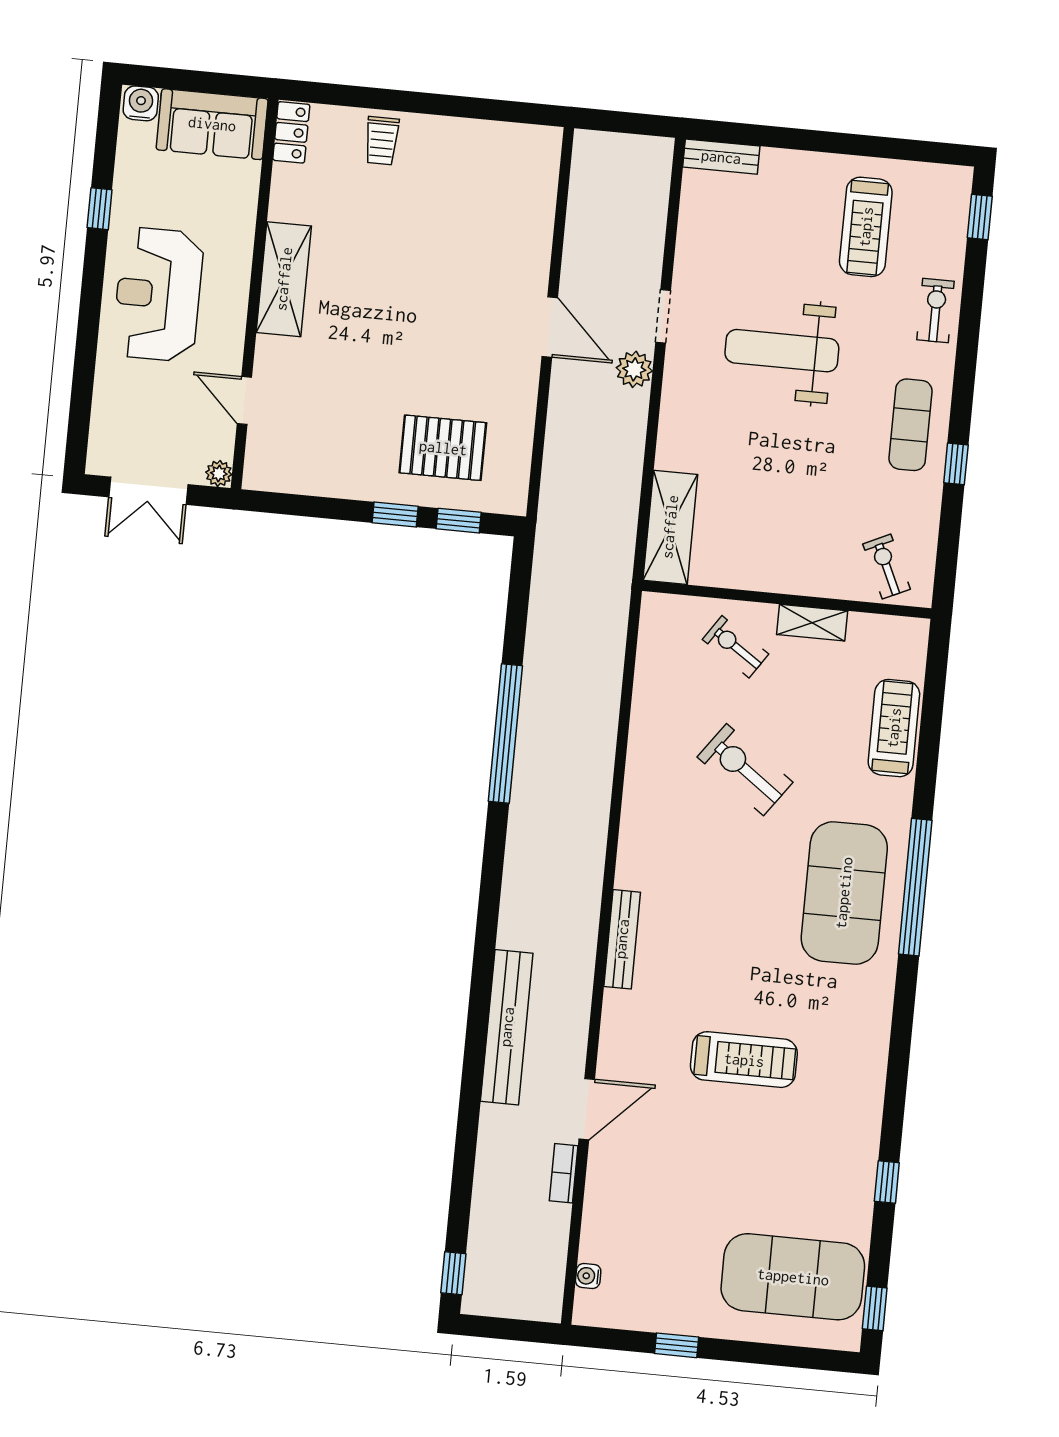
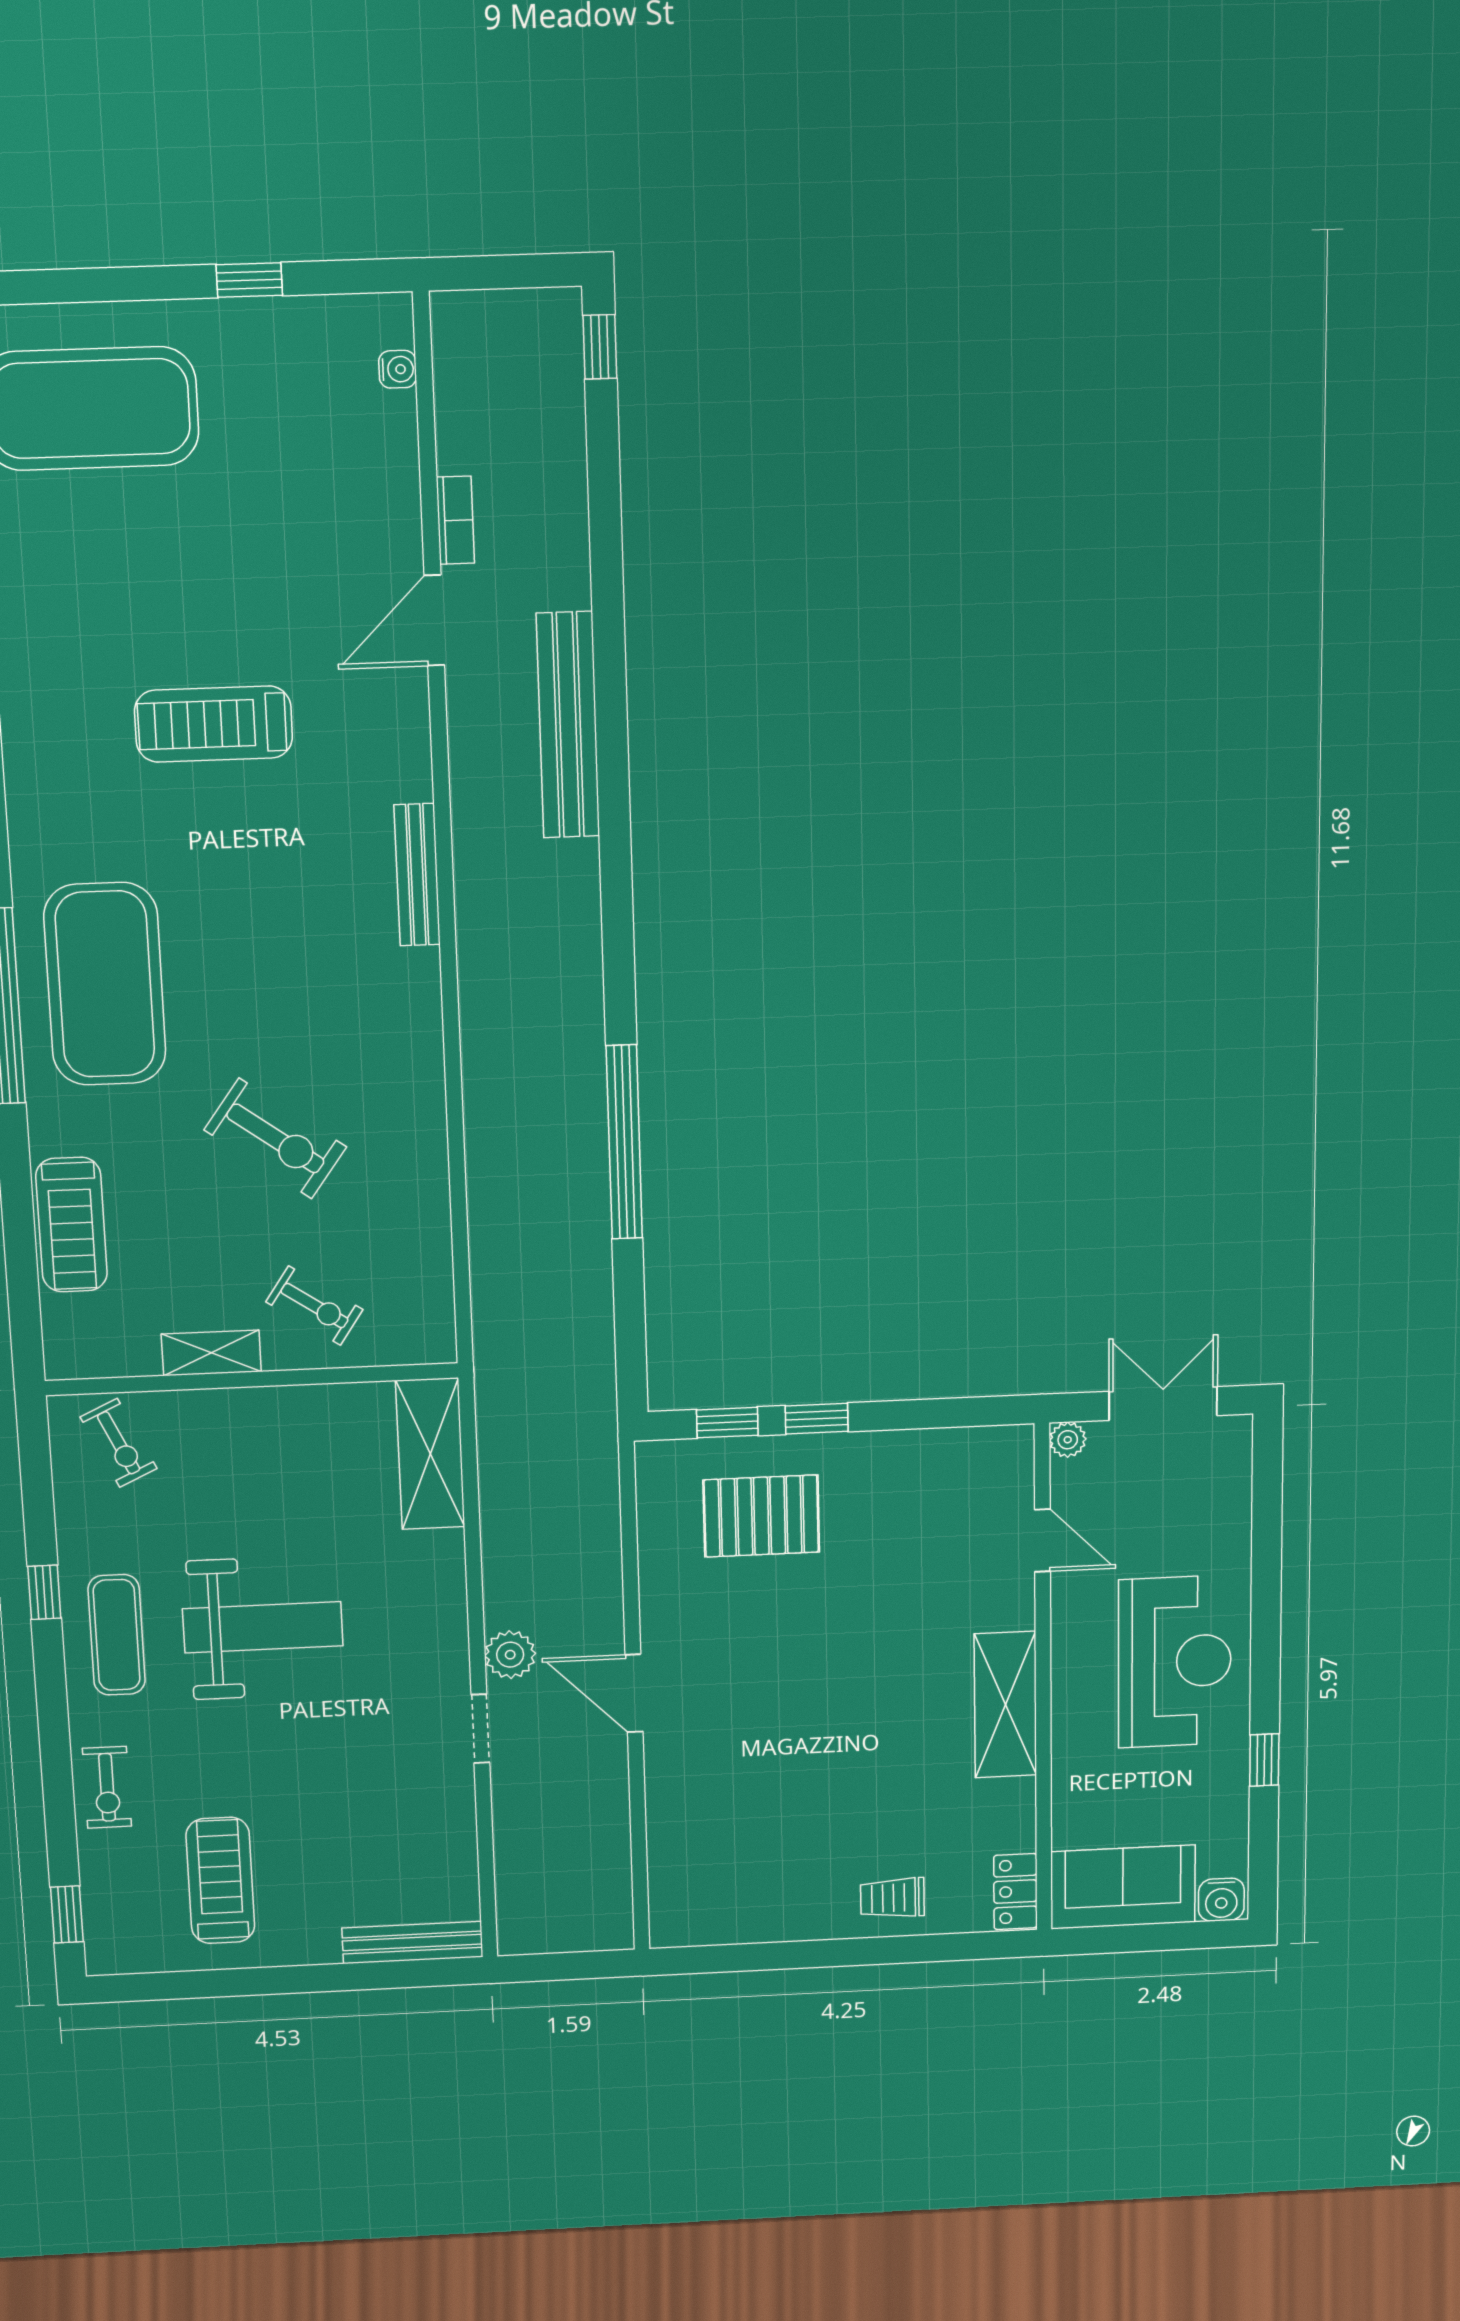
trolley: (382, 141) -> (892, 1898), turned -90
bench: (721, 157) -> (412, 1943), width x1.36
weight bench: (782, 351) -> (263, 1627), moved

